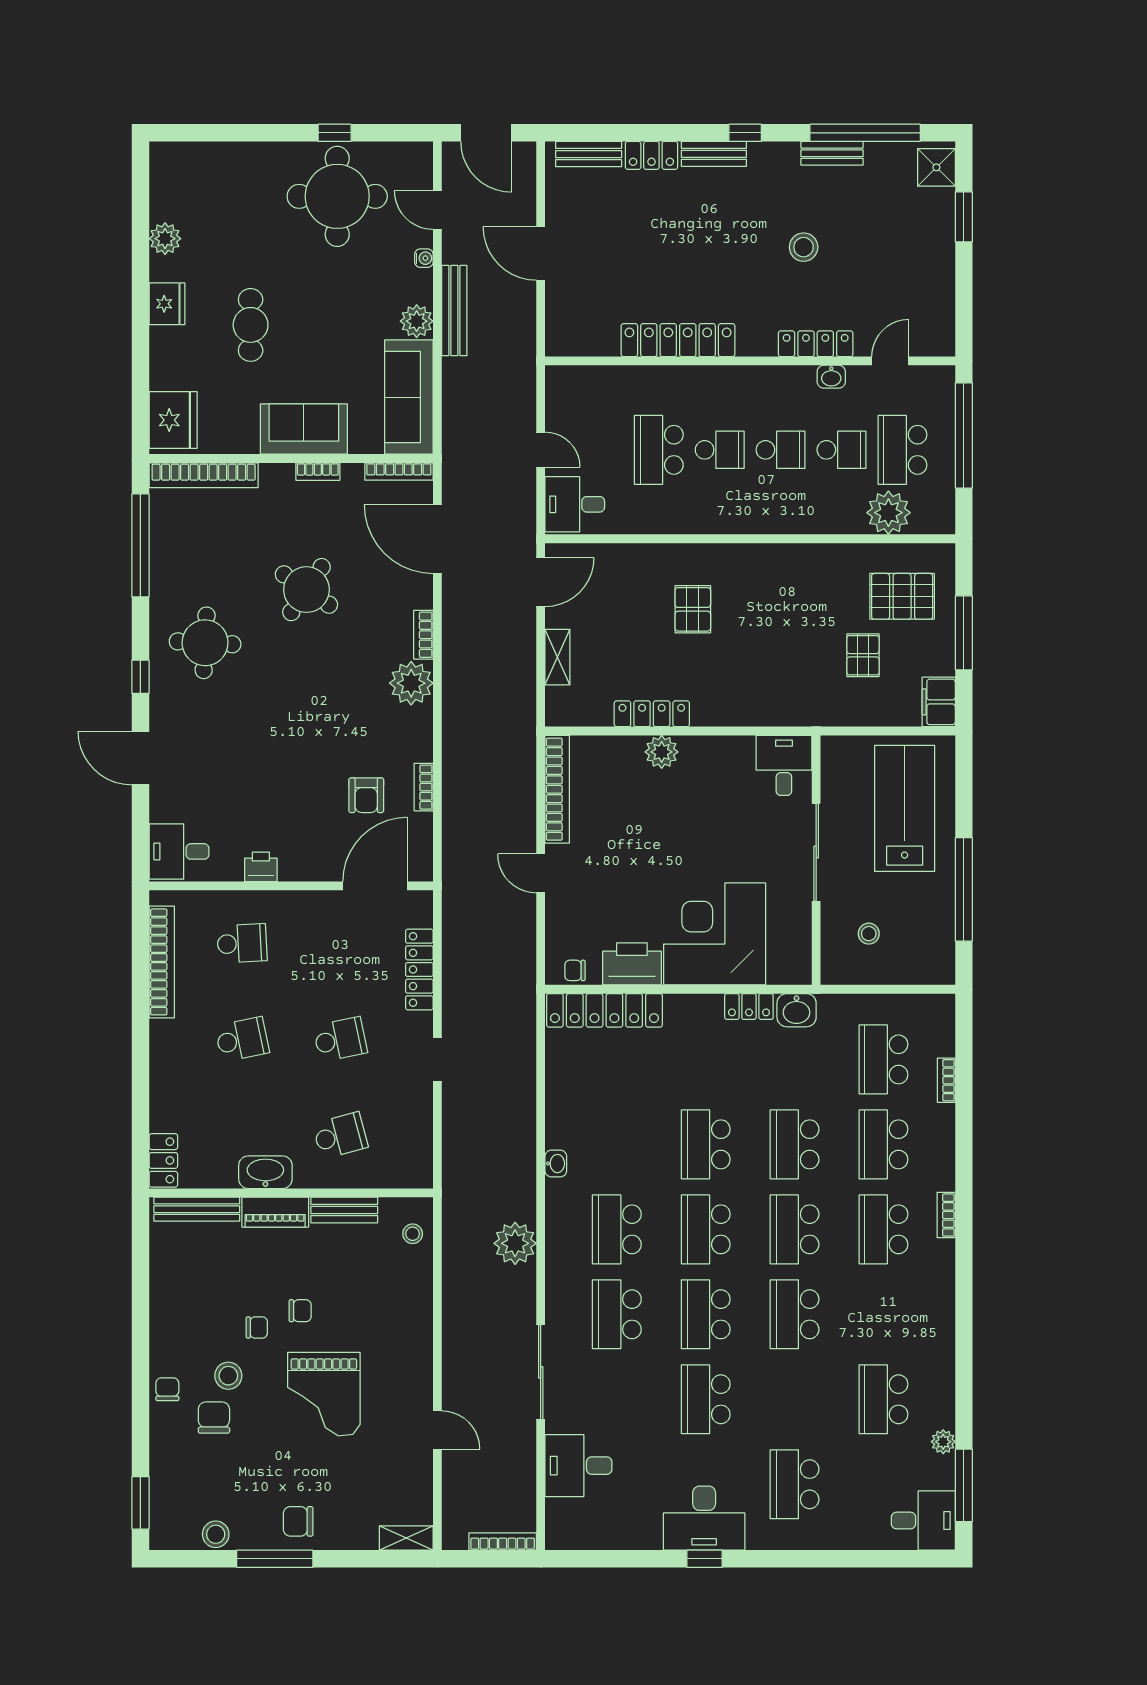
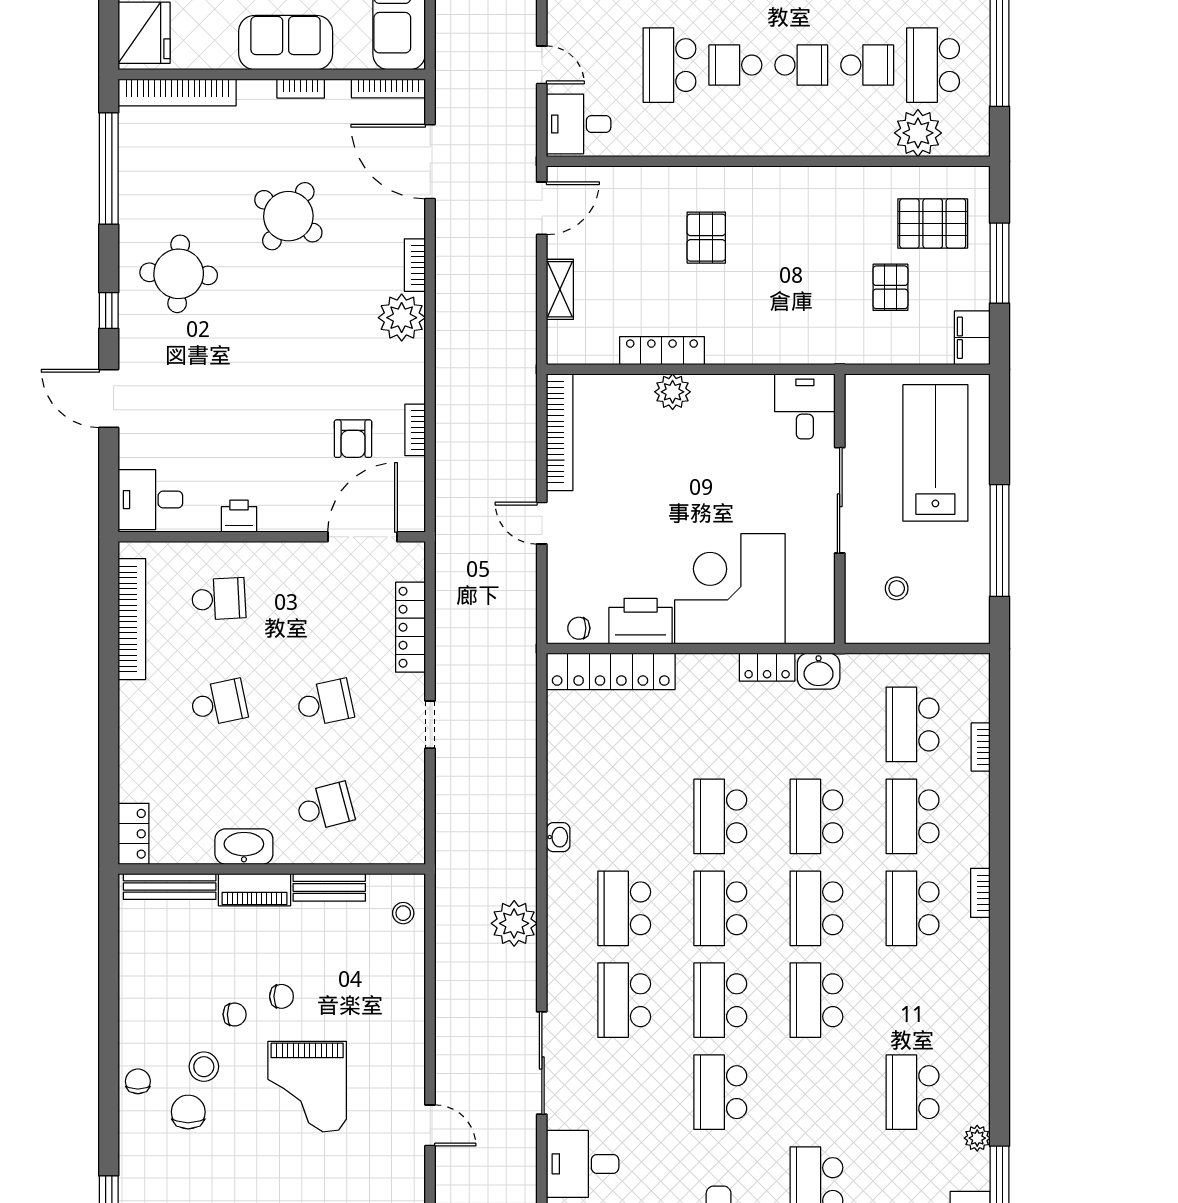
school desk: (720, 450) -> (735, 65), turned 180

